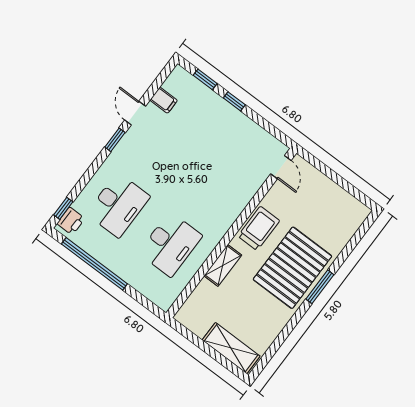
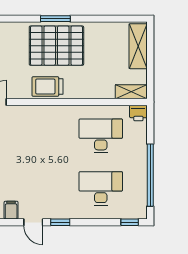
door: (135, 113) -> (33, 222), hinge flipped
printer: (71, 221) -> (138, 113), moved, turned 180
shelving: (223, 265) -> (131, 92), moved

